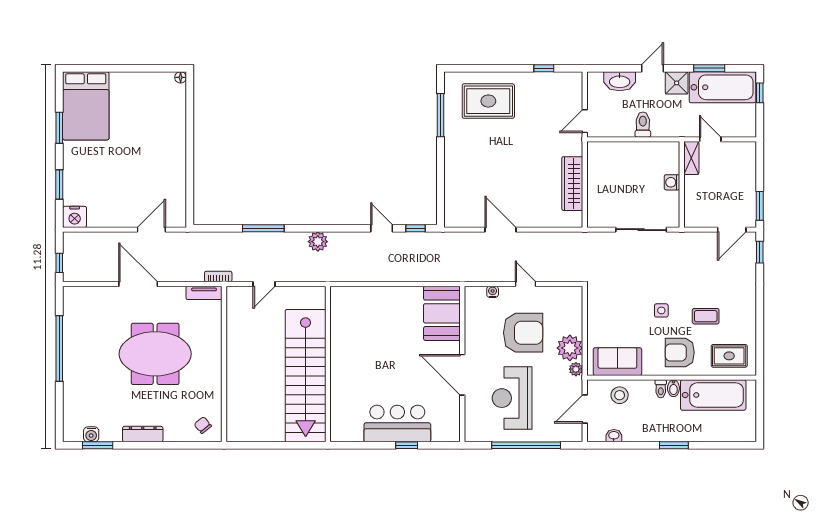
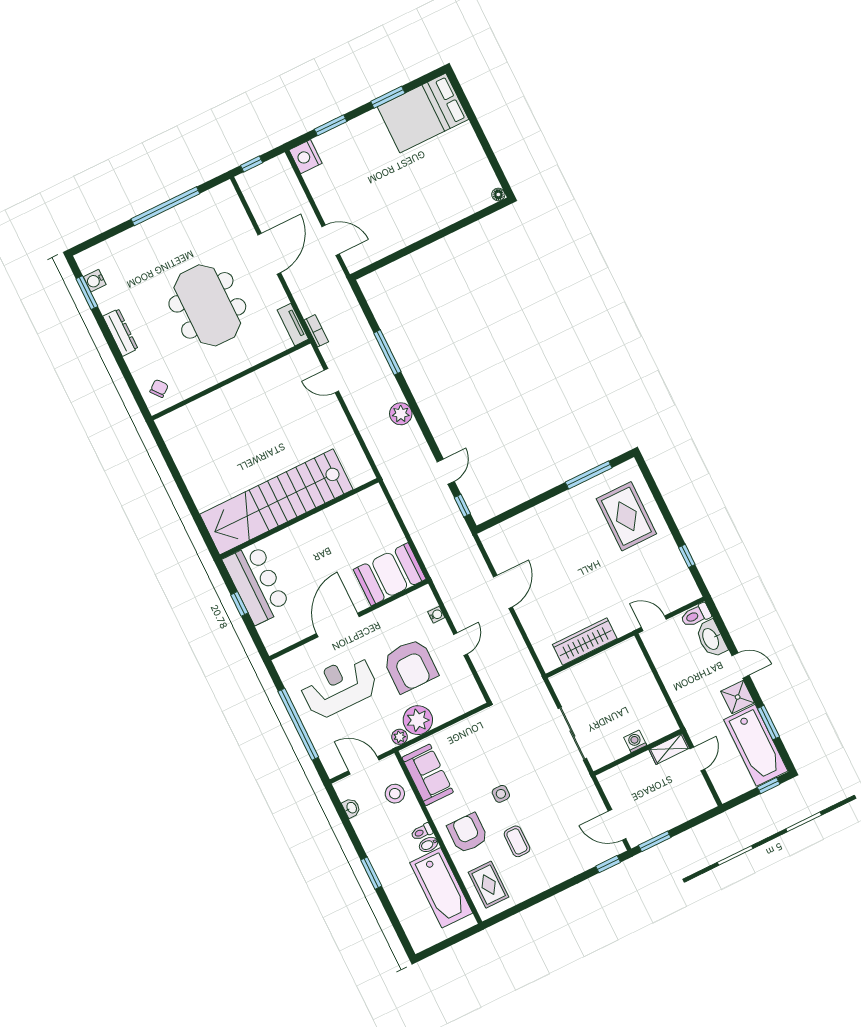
toilet: (643, 125) -> (696, 615), moved, turned 180
wall: (328, 364) -> (299, 519), moved
stairs: (306, 376) -> (276, 502), moved

